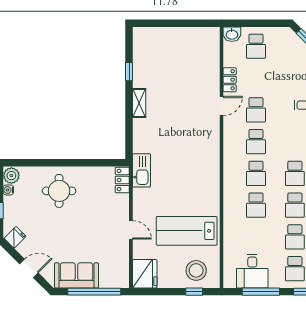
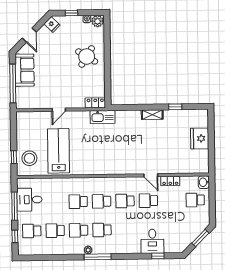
round table: (59, 191) -> (87, 56), turned 32
fridge: (145, 274) -> (200, 138), moved, turned 90

